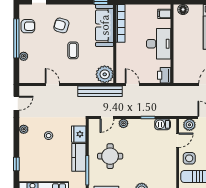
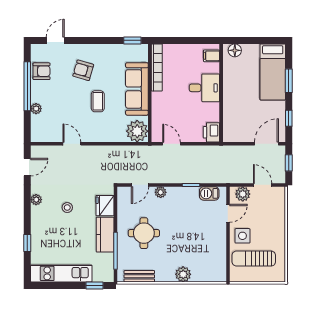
sofa: (105, 25) -> (137, 89), moved
desk: (159, 44) -> (204, 88), width x0.73
bench: (100, 91) -> (131, 152), removed

